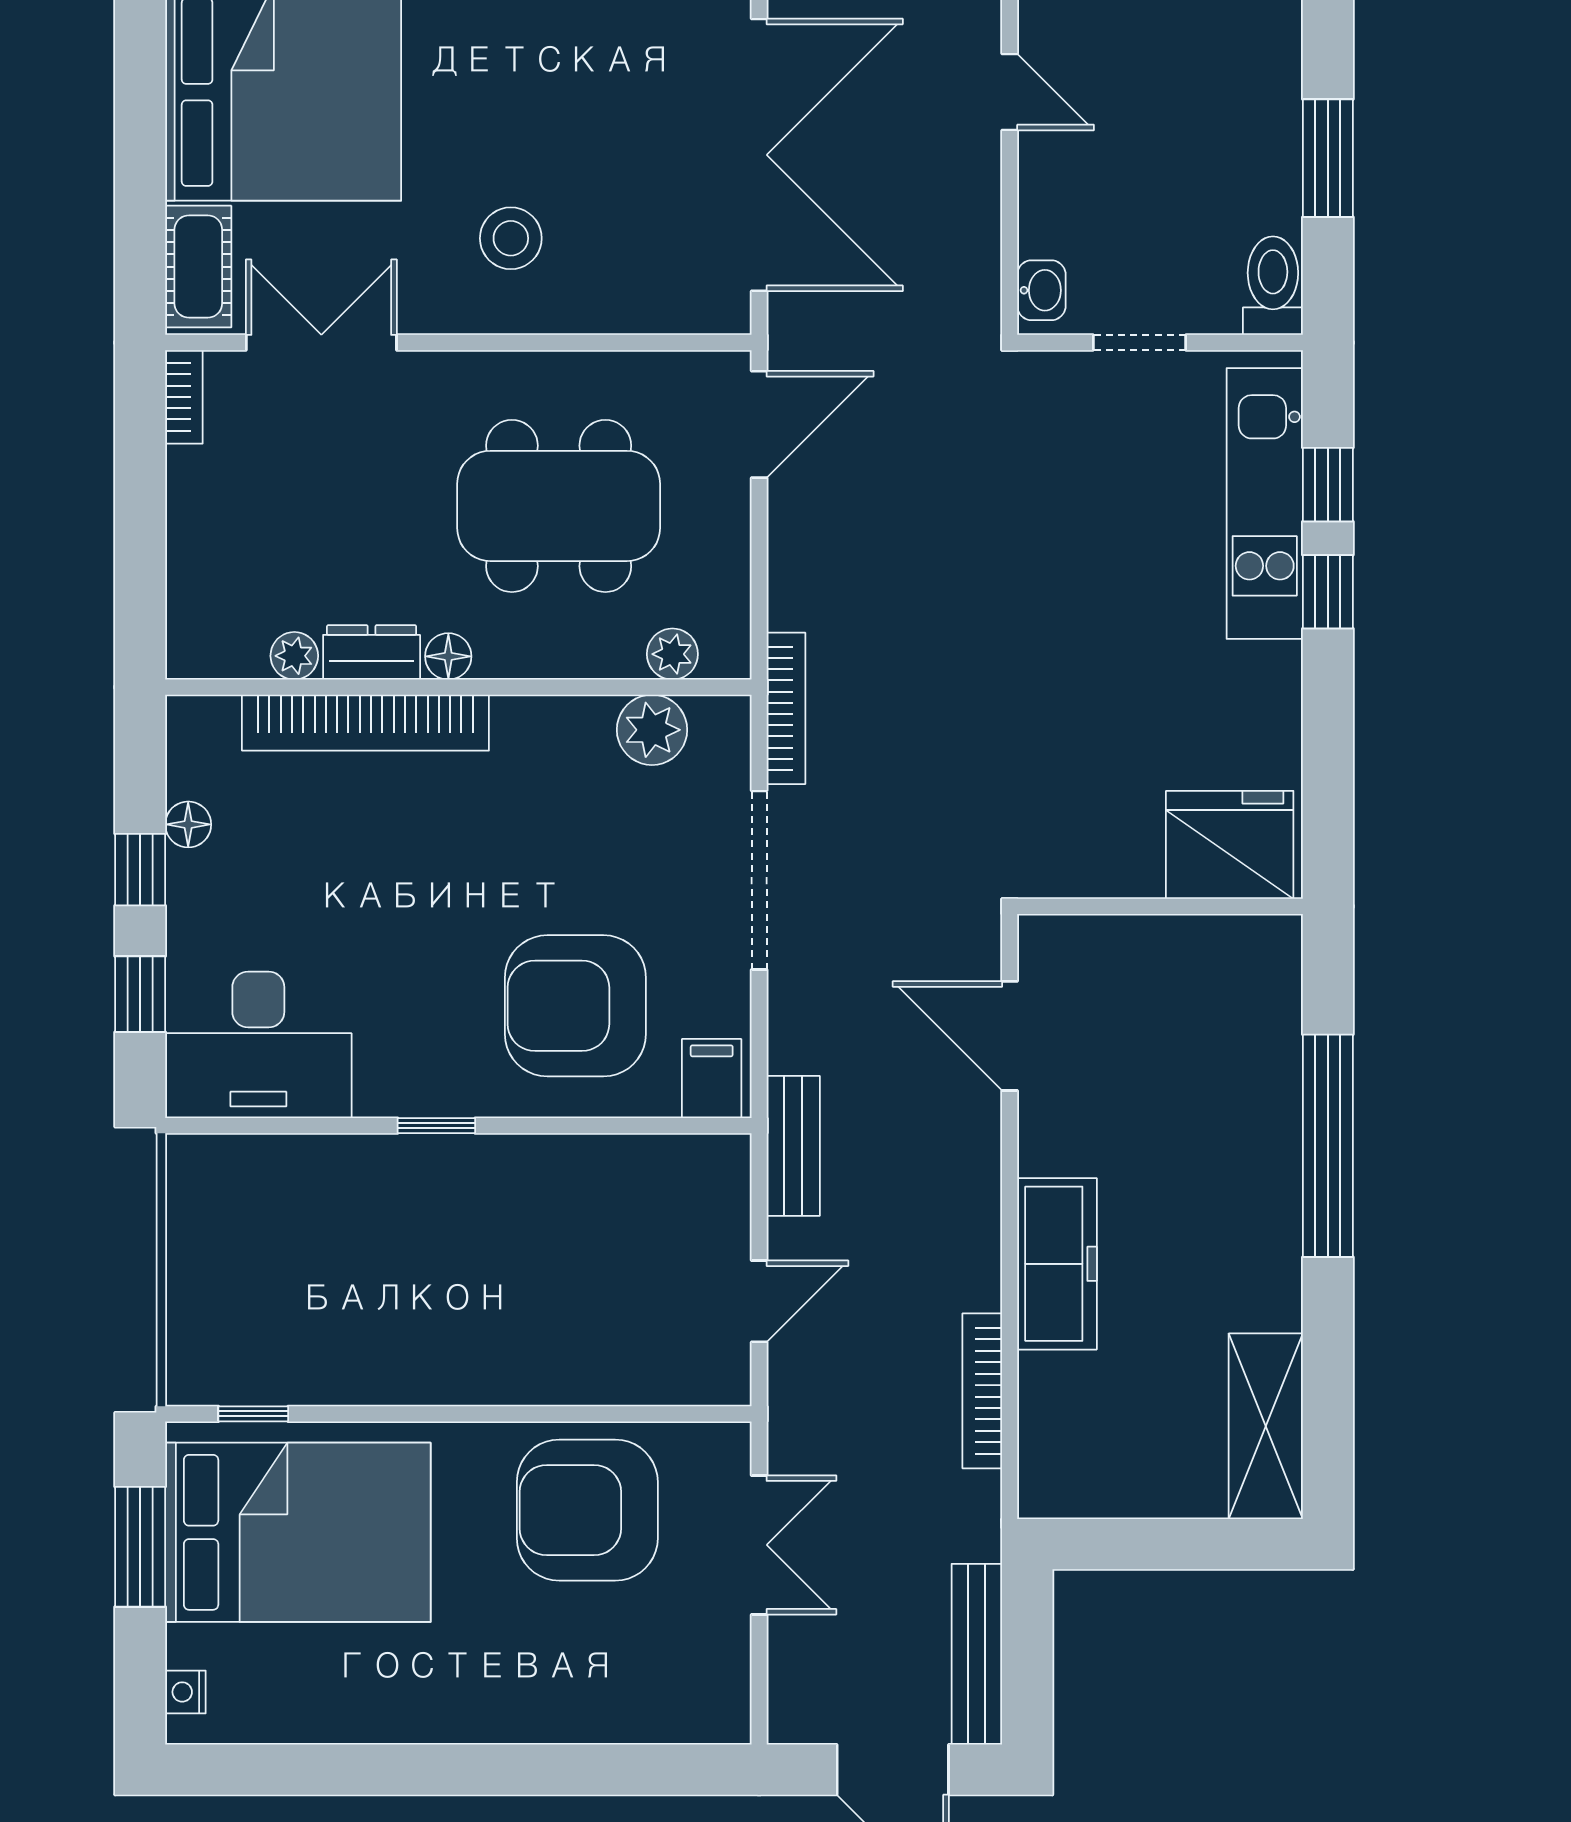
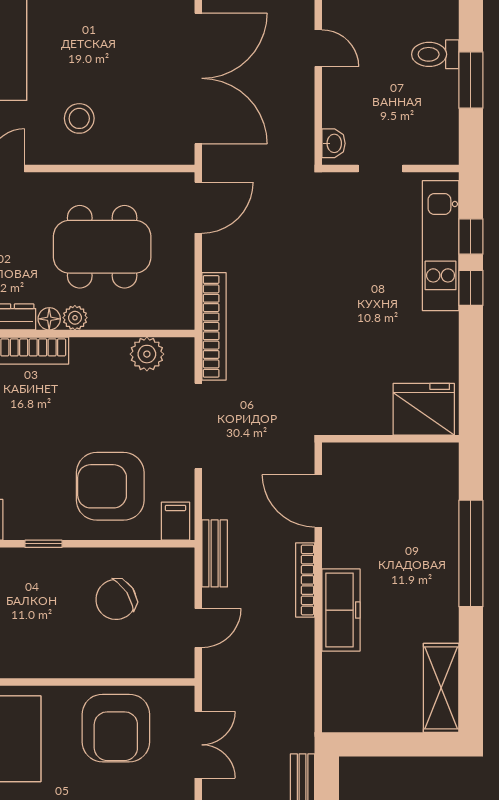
toilet: (1273, 286) -> (435, 54), moved, turned -90
plant: (672, 654) -> (75, 318), moved
bookcase: (786, 708) -> (214, 326), width x1.48, depth x1.31
chair: (588, 1242) -> (116, 599), added
bookcase: (982, 1391) -> (305, 580), moved
armchair: (587, 1510) -> (116, 728), turned -90

